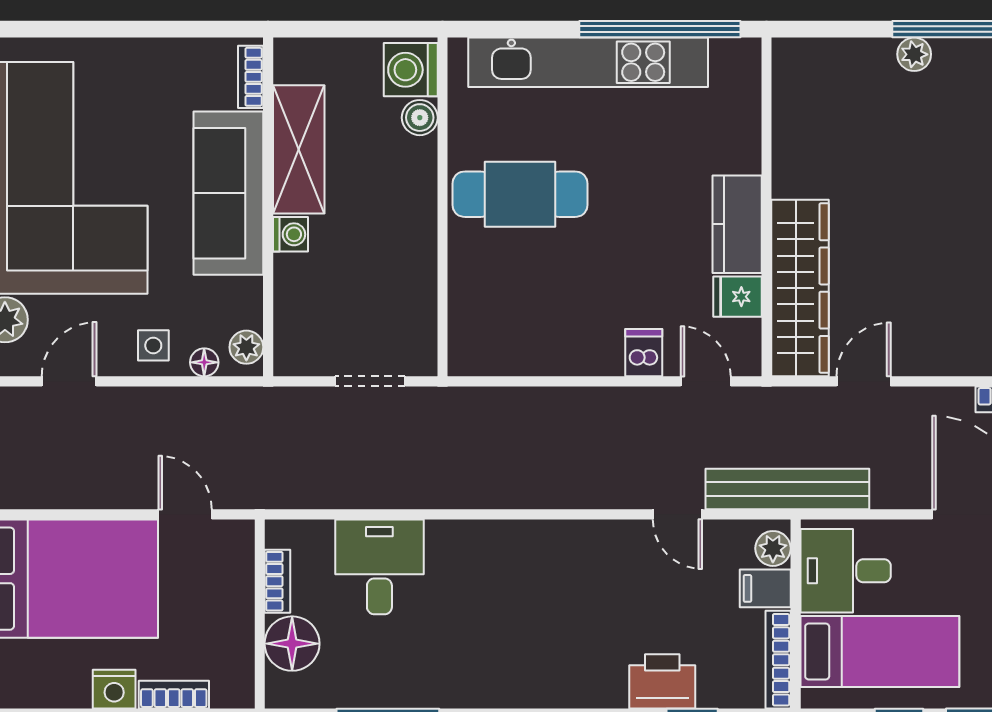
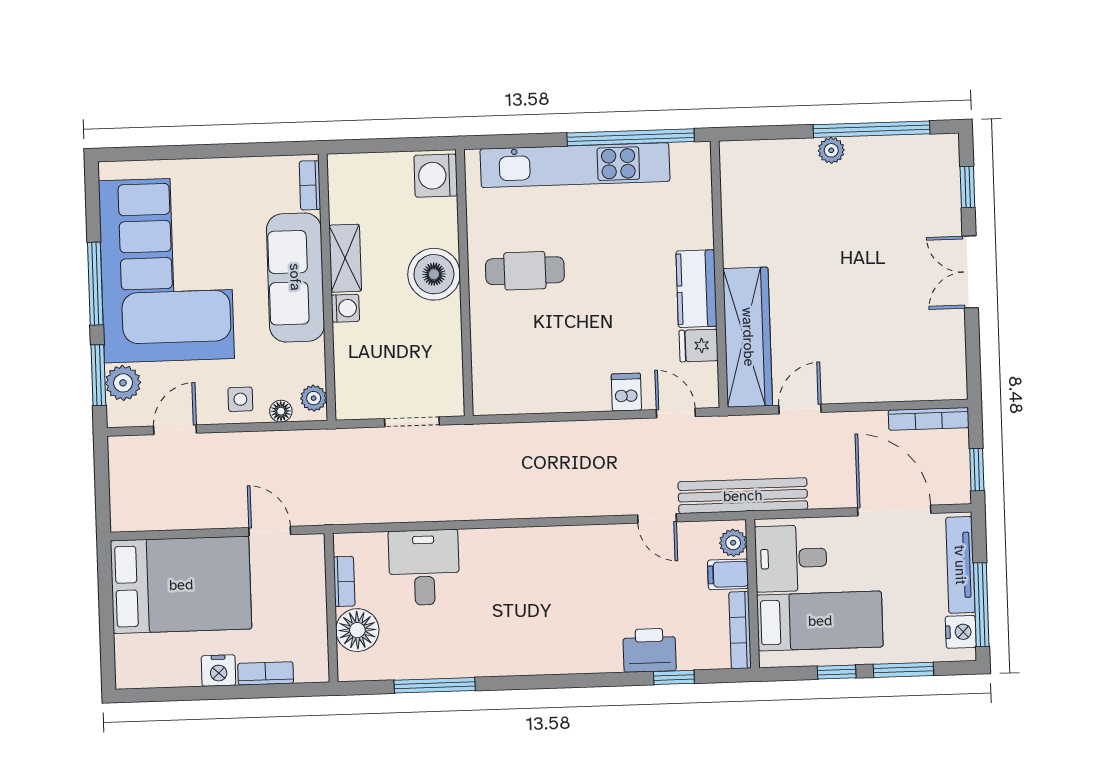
boiler: (420, 118) -> (434, 274), moved, width x1.86, depth x1.86
shelving: (299, 149) -> (345, 258), width x0.67, depth x0.75
cafe table: (520, 194) -> (525, 271), width x0.73, depth x0.74

